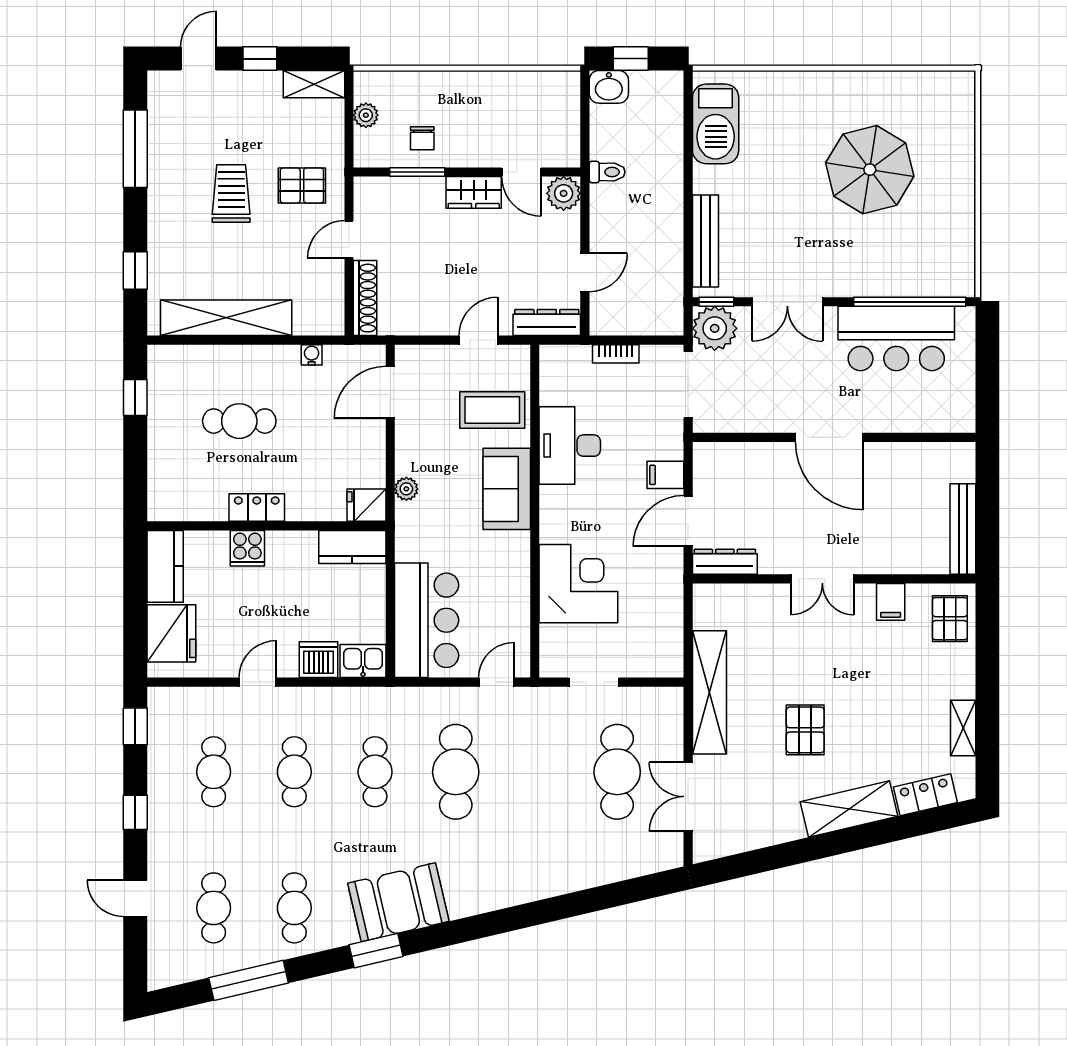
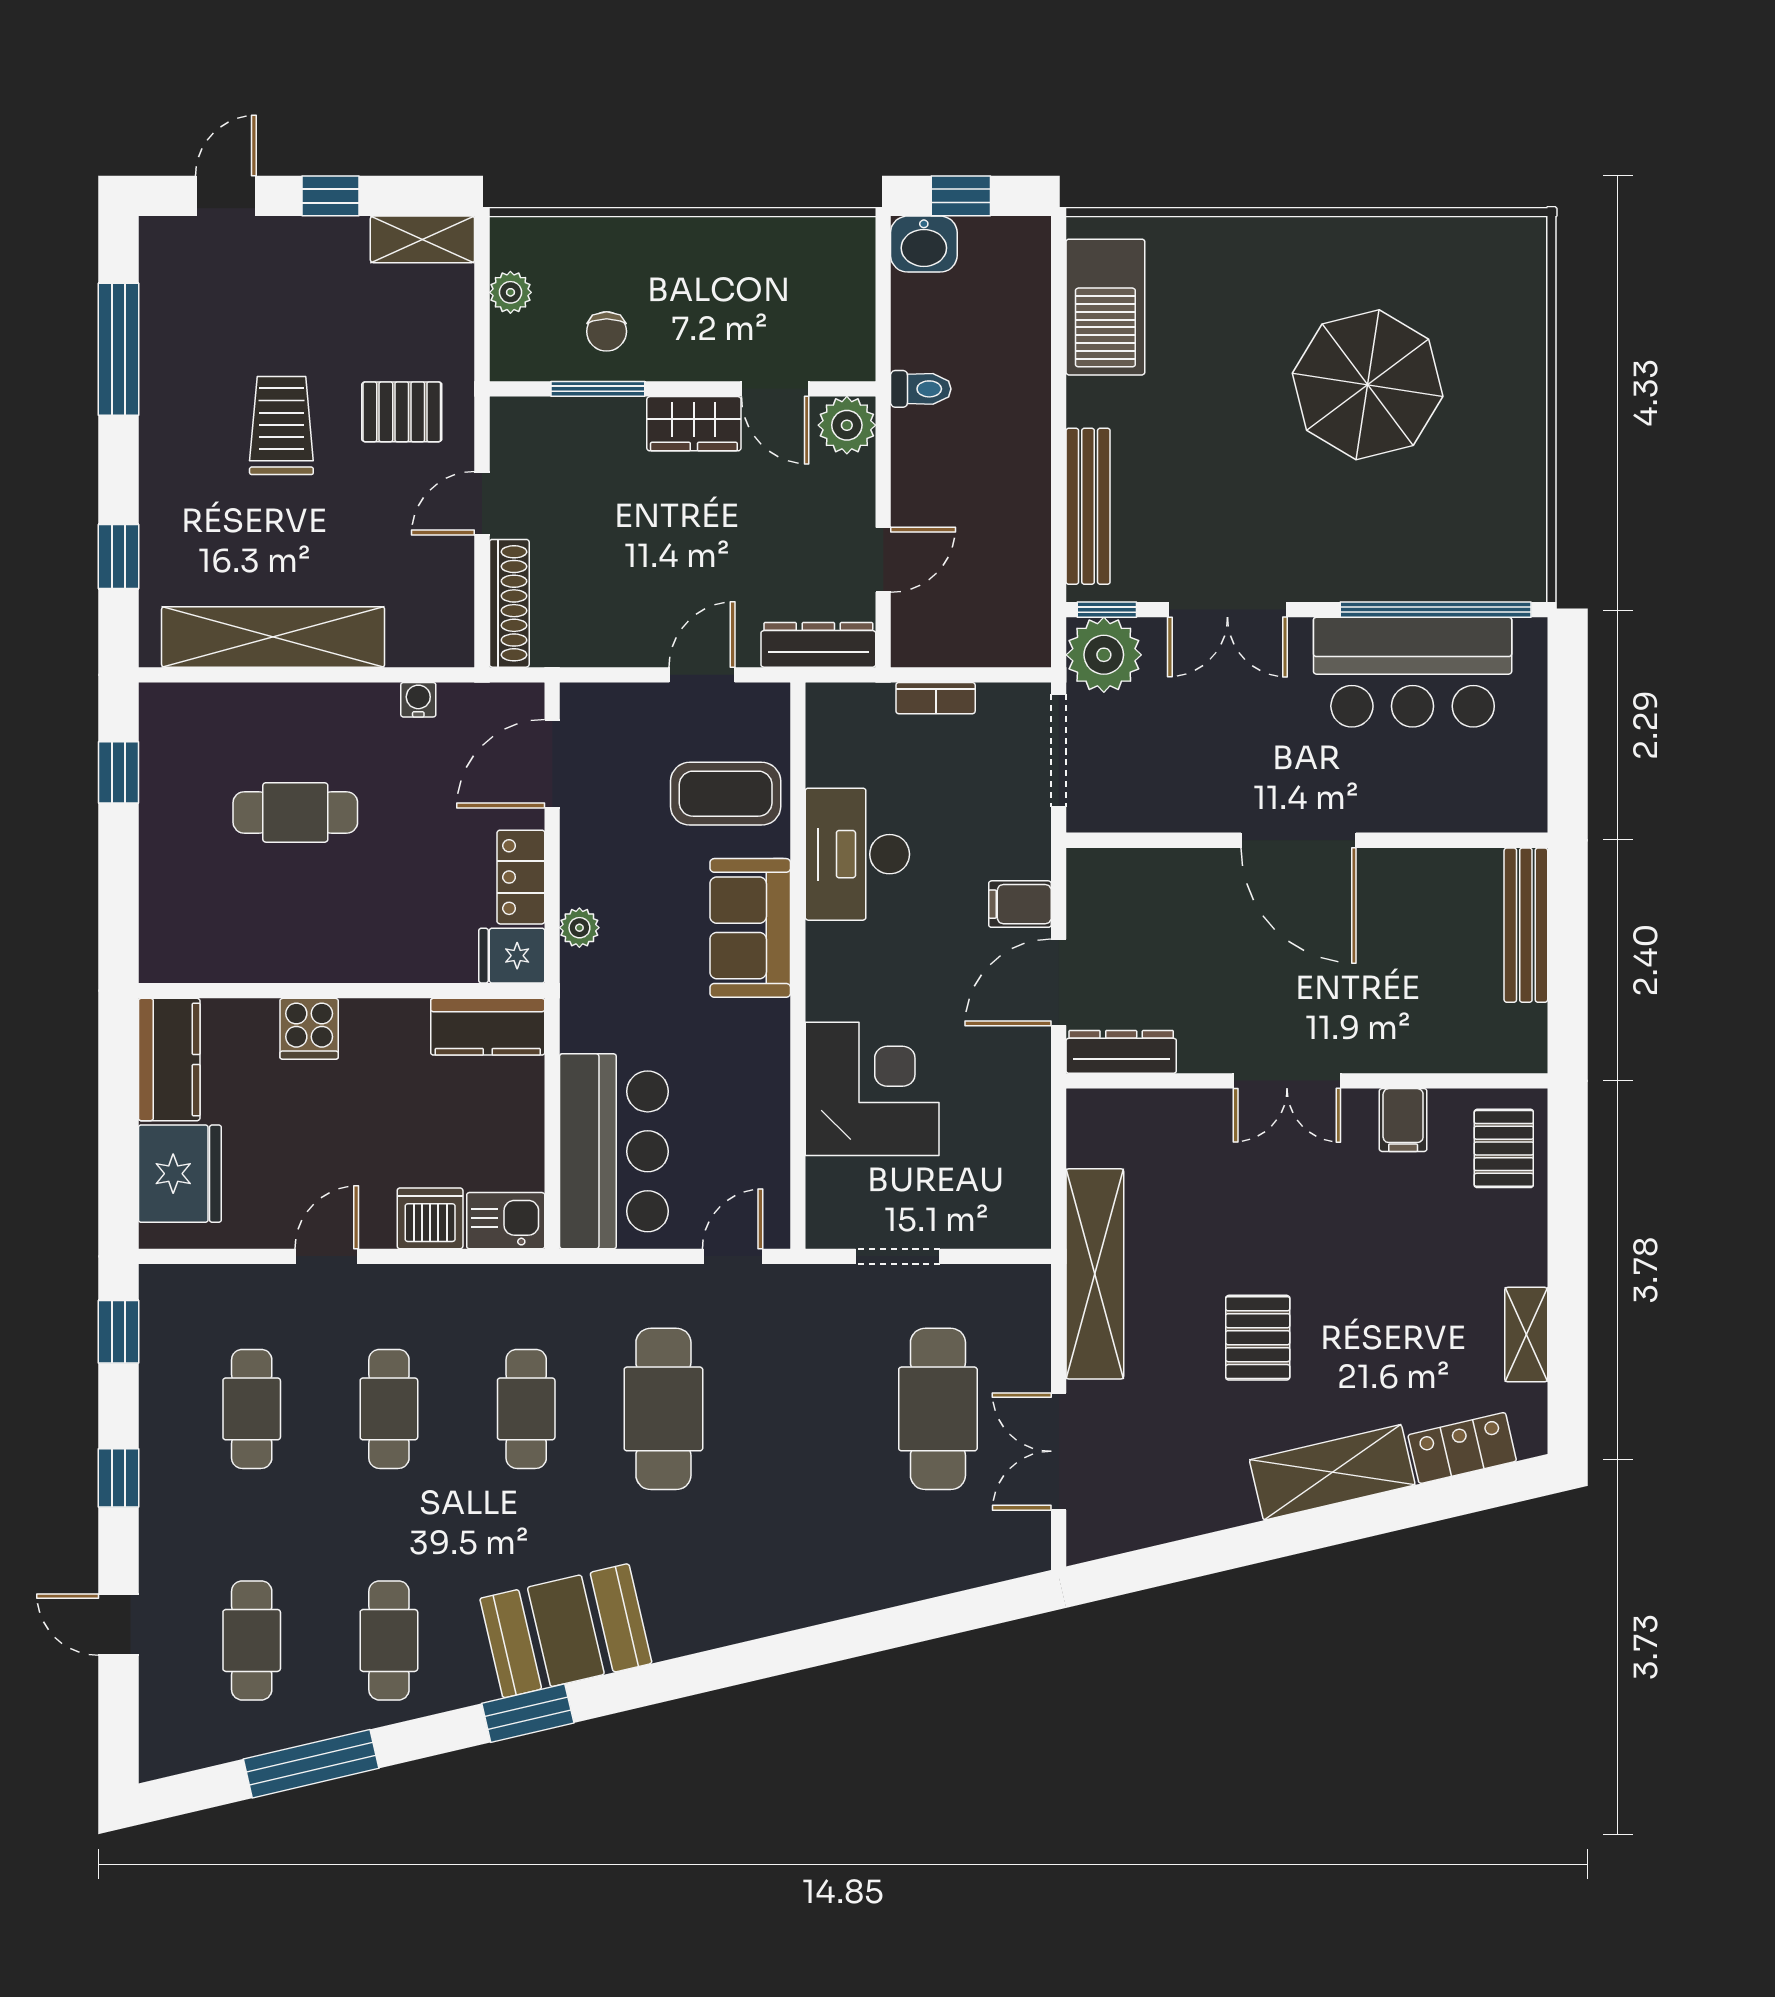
locker: (257, 507) -> (521, 877), moved, turned -90
bench: (963, 529) -> (1526, 925), moved

